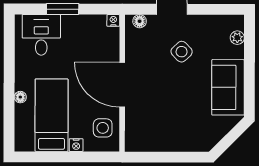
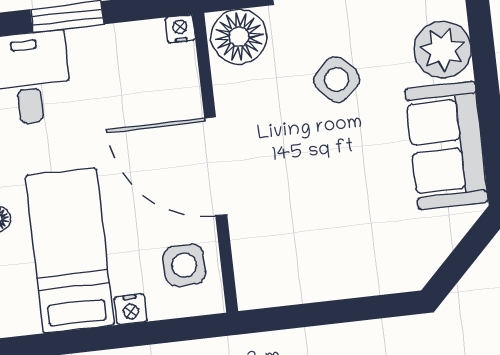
floor lamp: (140, 21) -> (239, 37), width x1.89, depth x1.89
plant: (237, 38) -> (443, 50), width x1.88, depth x1.88

